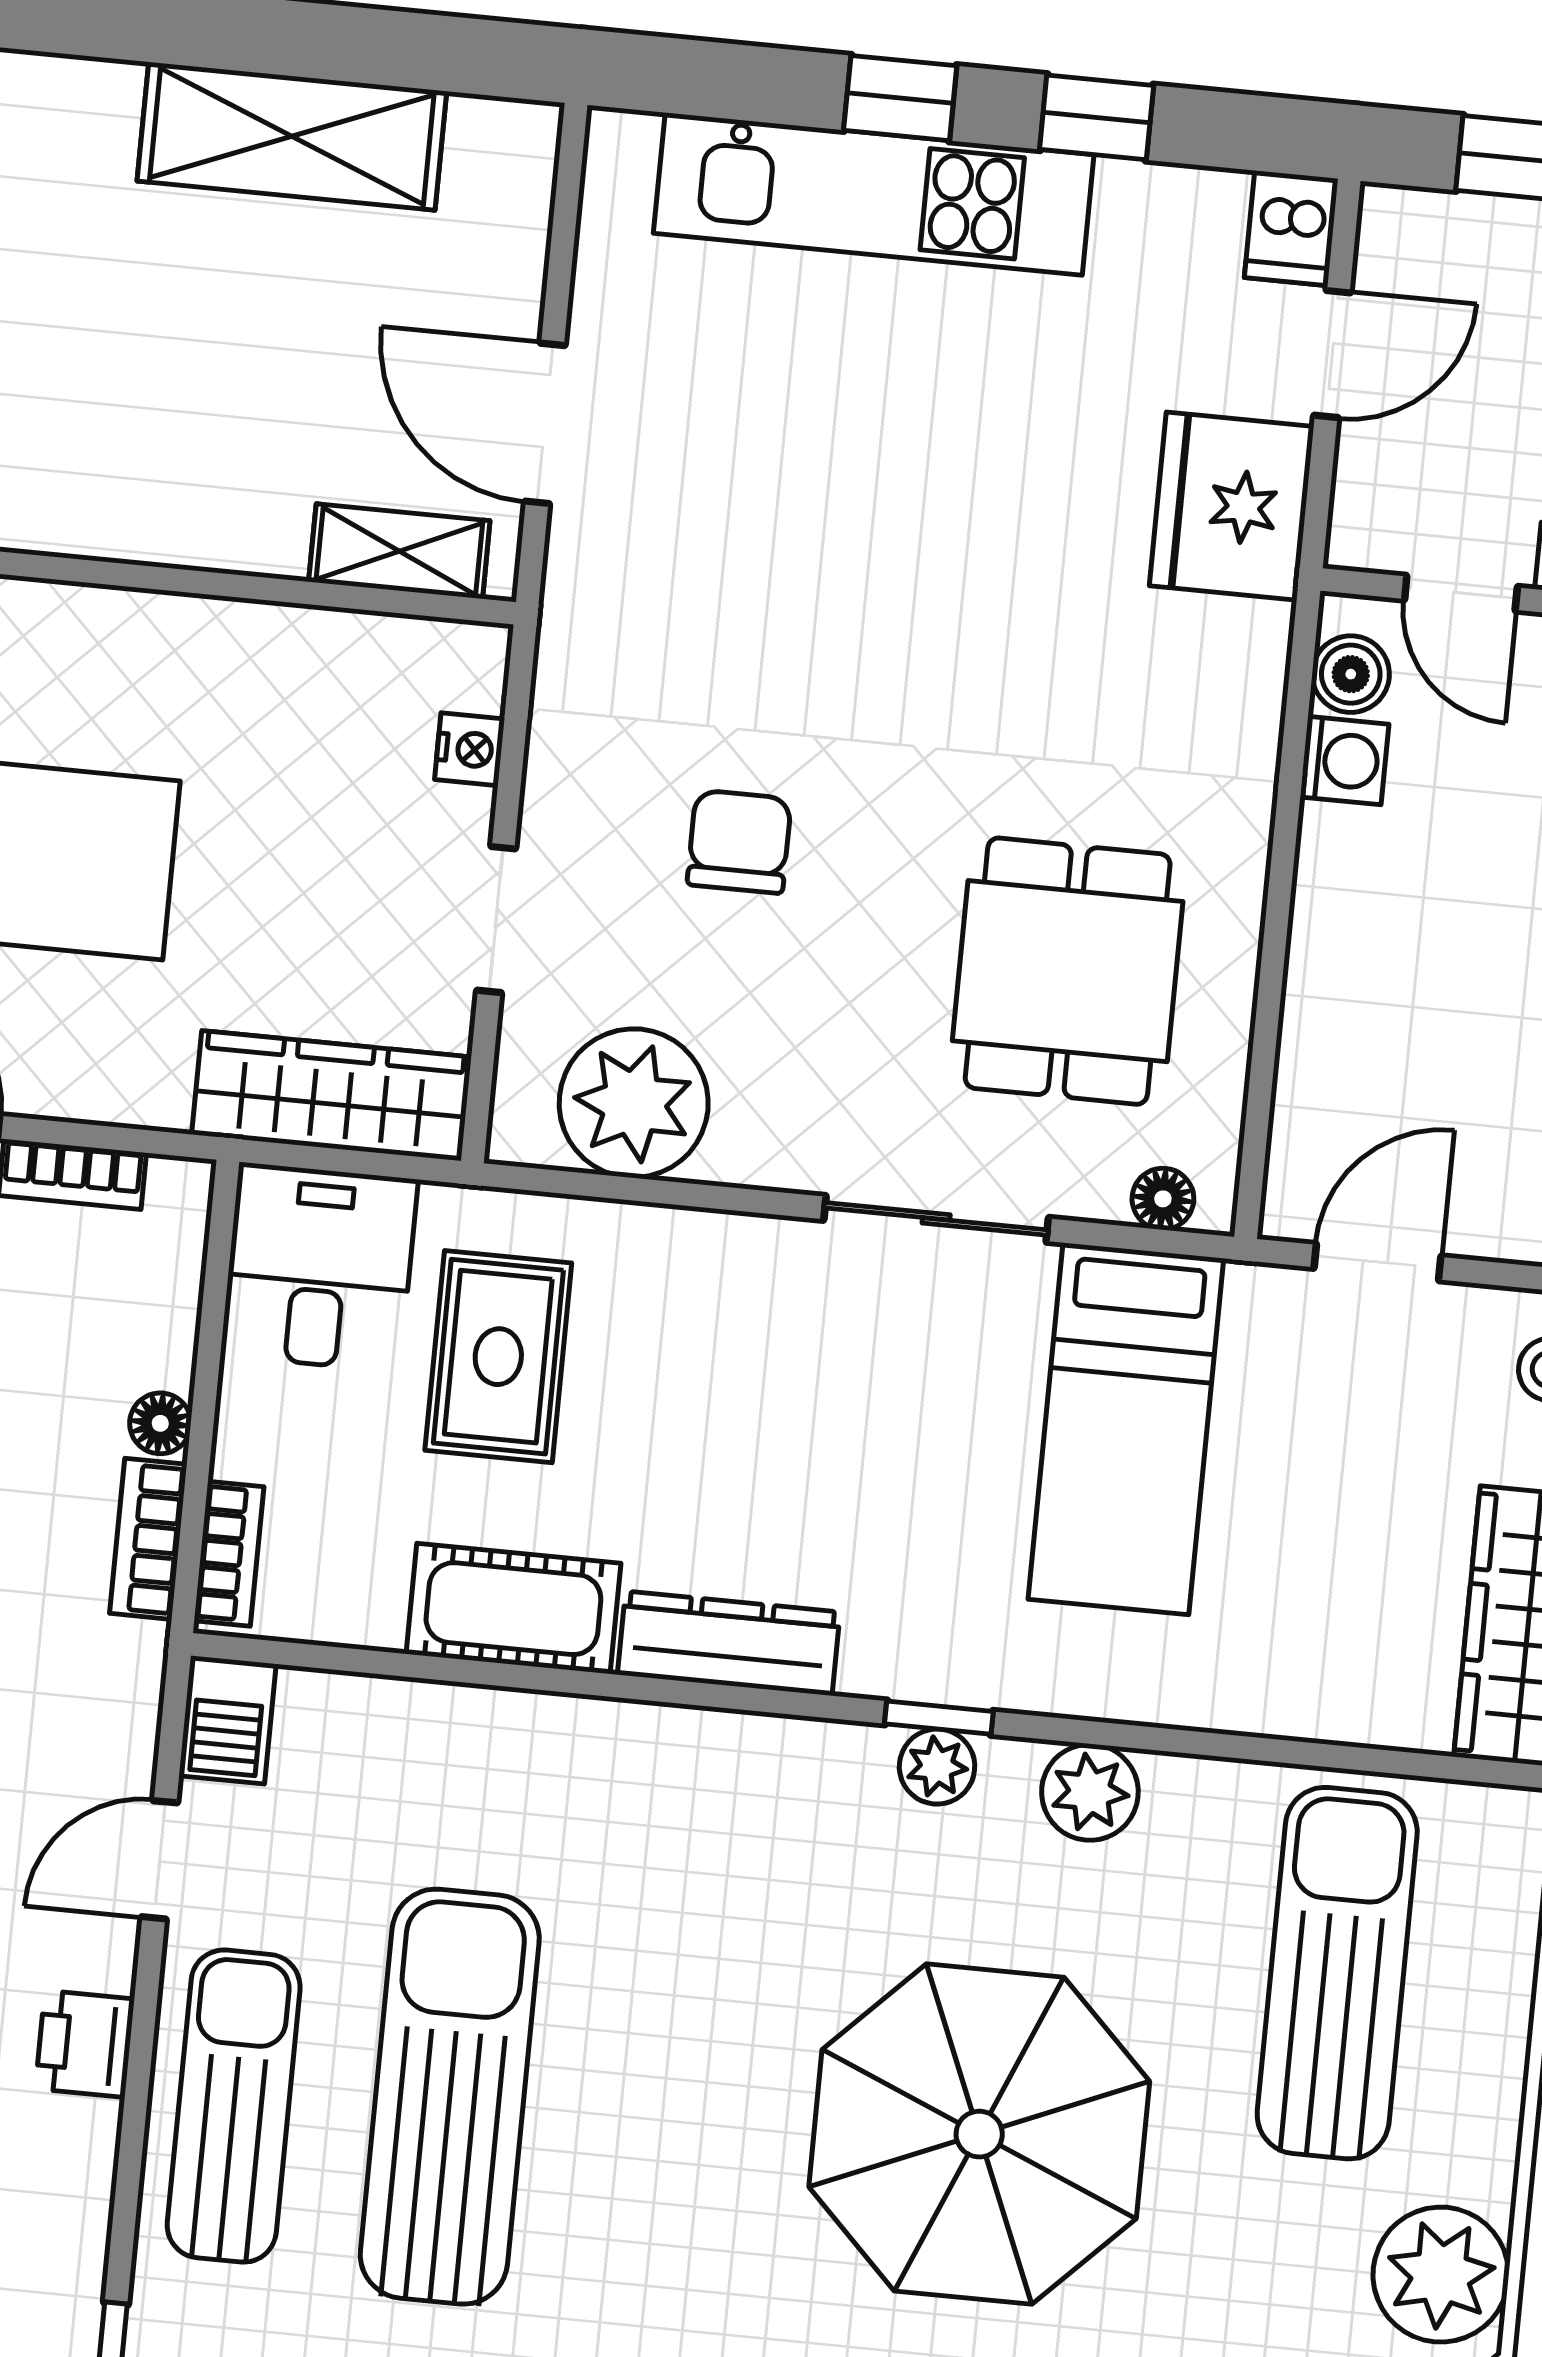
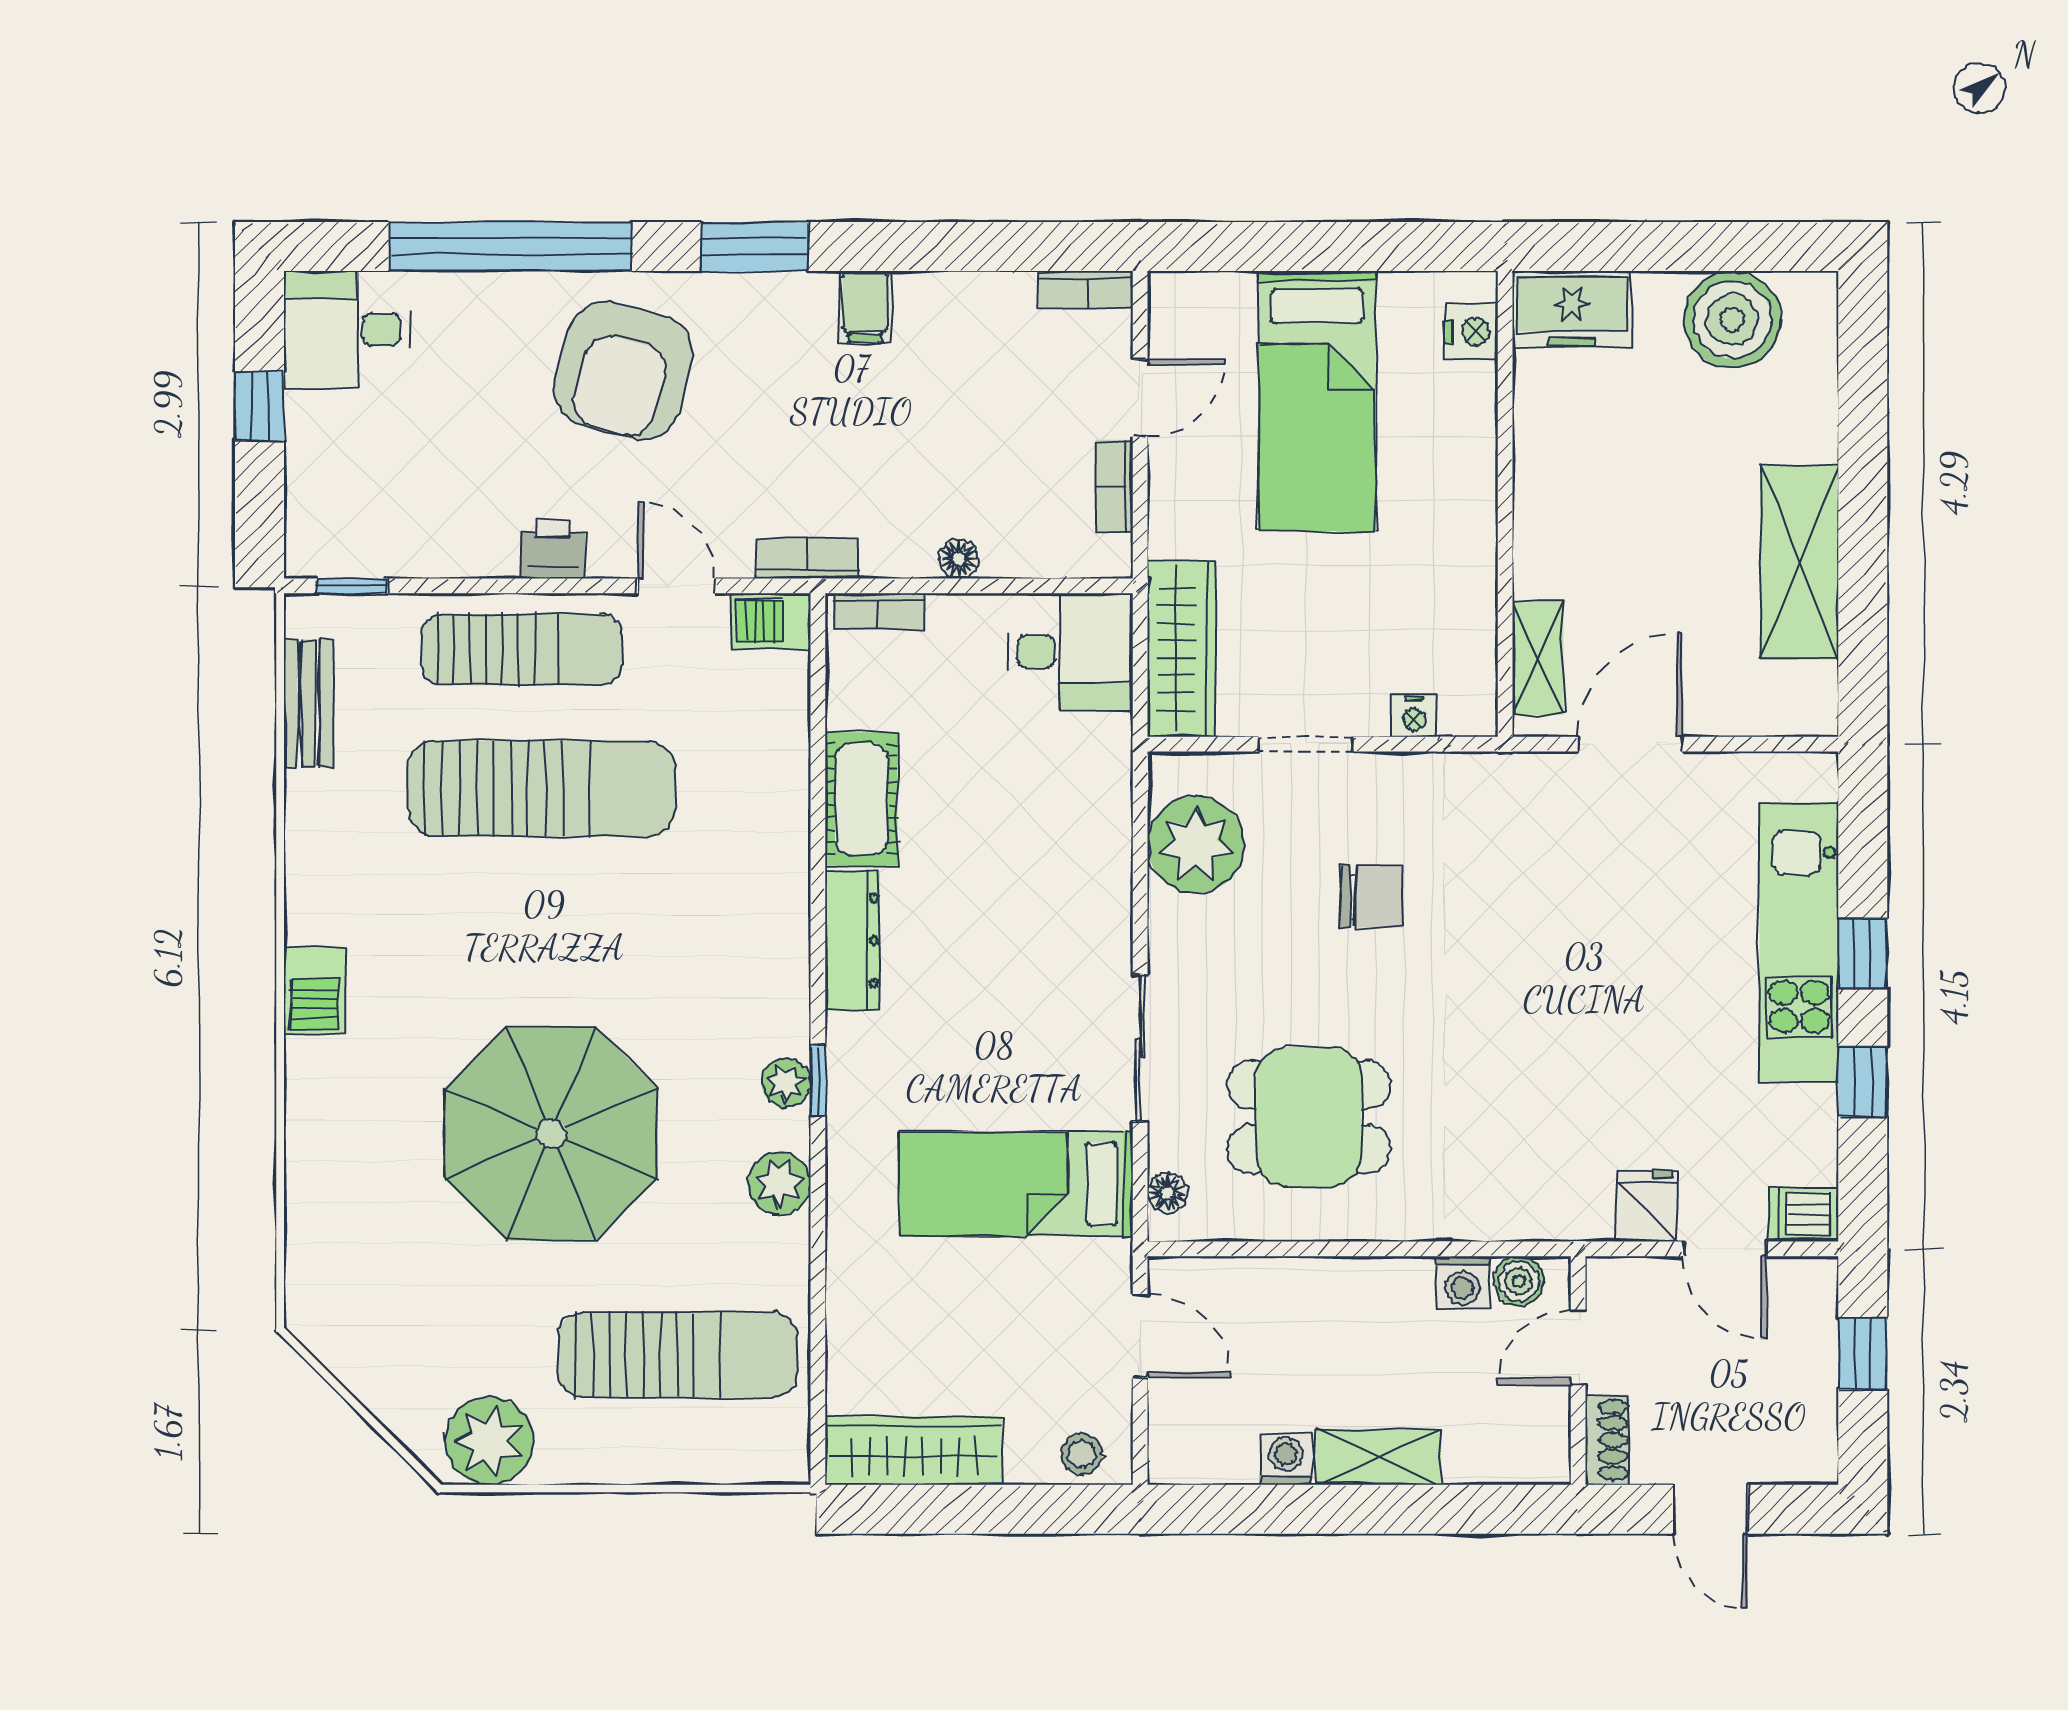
fridge: (1232, 506) -> (1647, 1206), width x0.53, depth x0.75
rug: (498, 1357) -> (1023, 773), removed
bookcase: (148, 1539) -> (808, 558), moved

